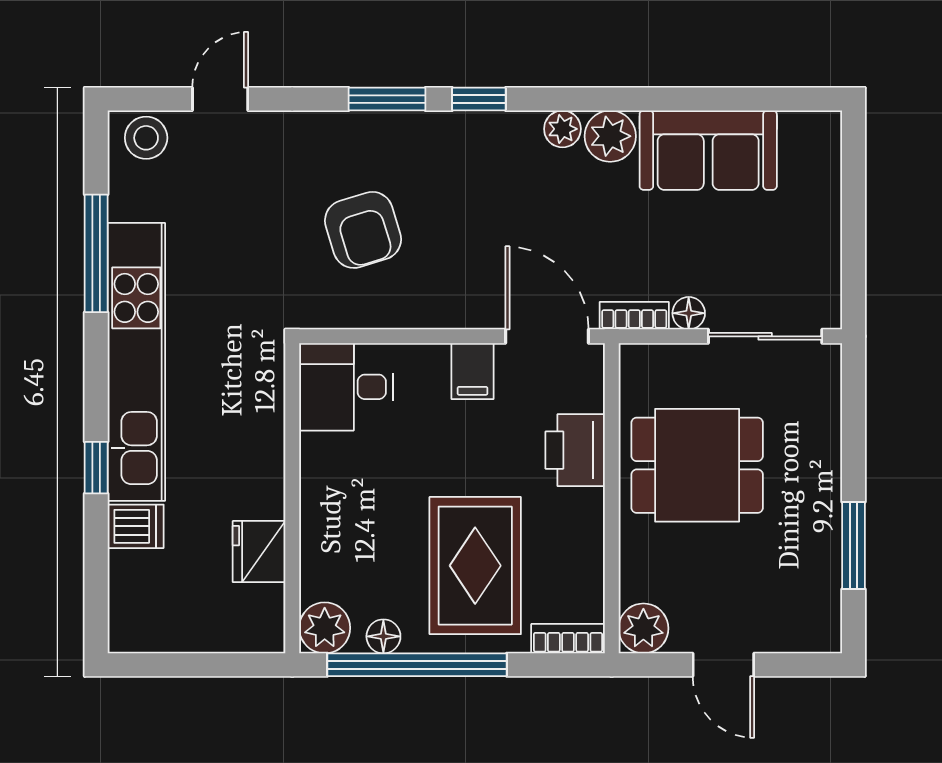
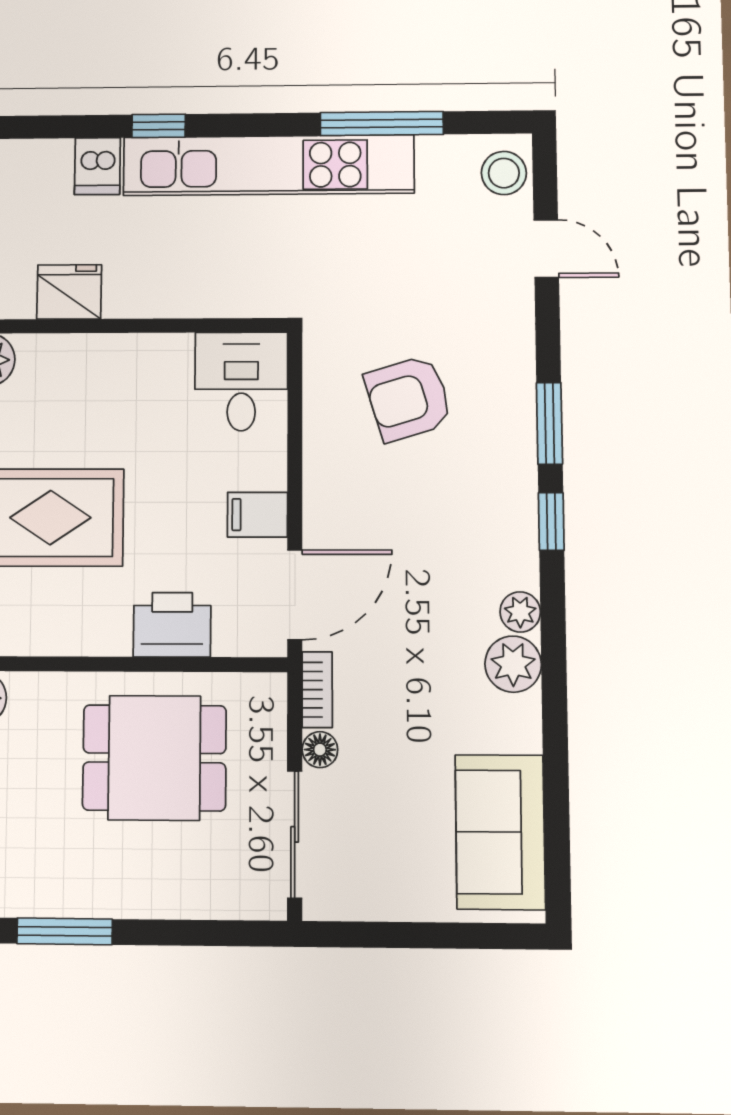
sofa: (708, 150) -> (500, 832), moved
dining table: (697, 465) -> (154, 758), turned 90

